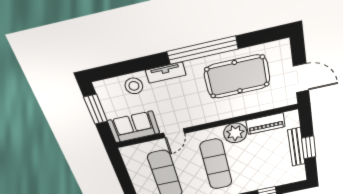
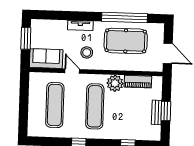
window: (203, 50) -> (125, 18), moved
stool: (134, 86) -> (87, 52), moved
door: (174, 133) -> (72, 71), swing flipped
bench: (296, 147) -> (157, 112), width x0.73

